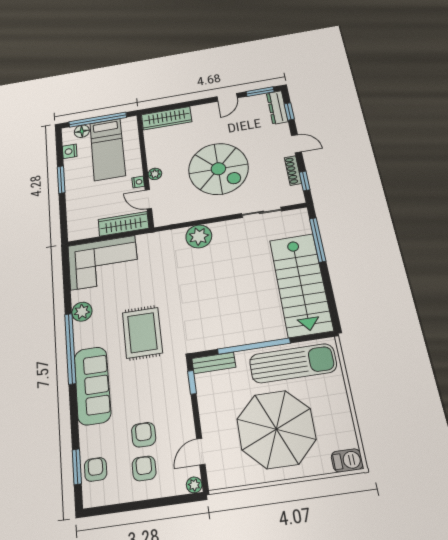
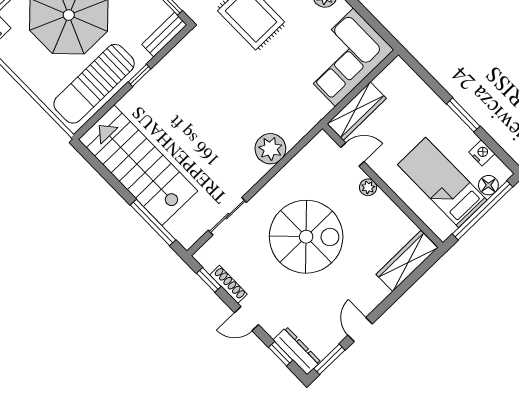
spiral stairs: (218, 169) -> (306, 237), turned 180
nightstand: (138, 182) -> (378, 167), removed
window: (254, 346) -> (139, 75), width x0.32

